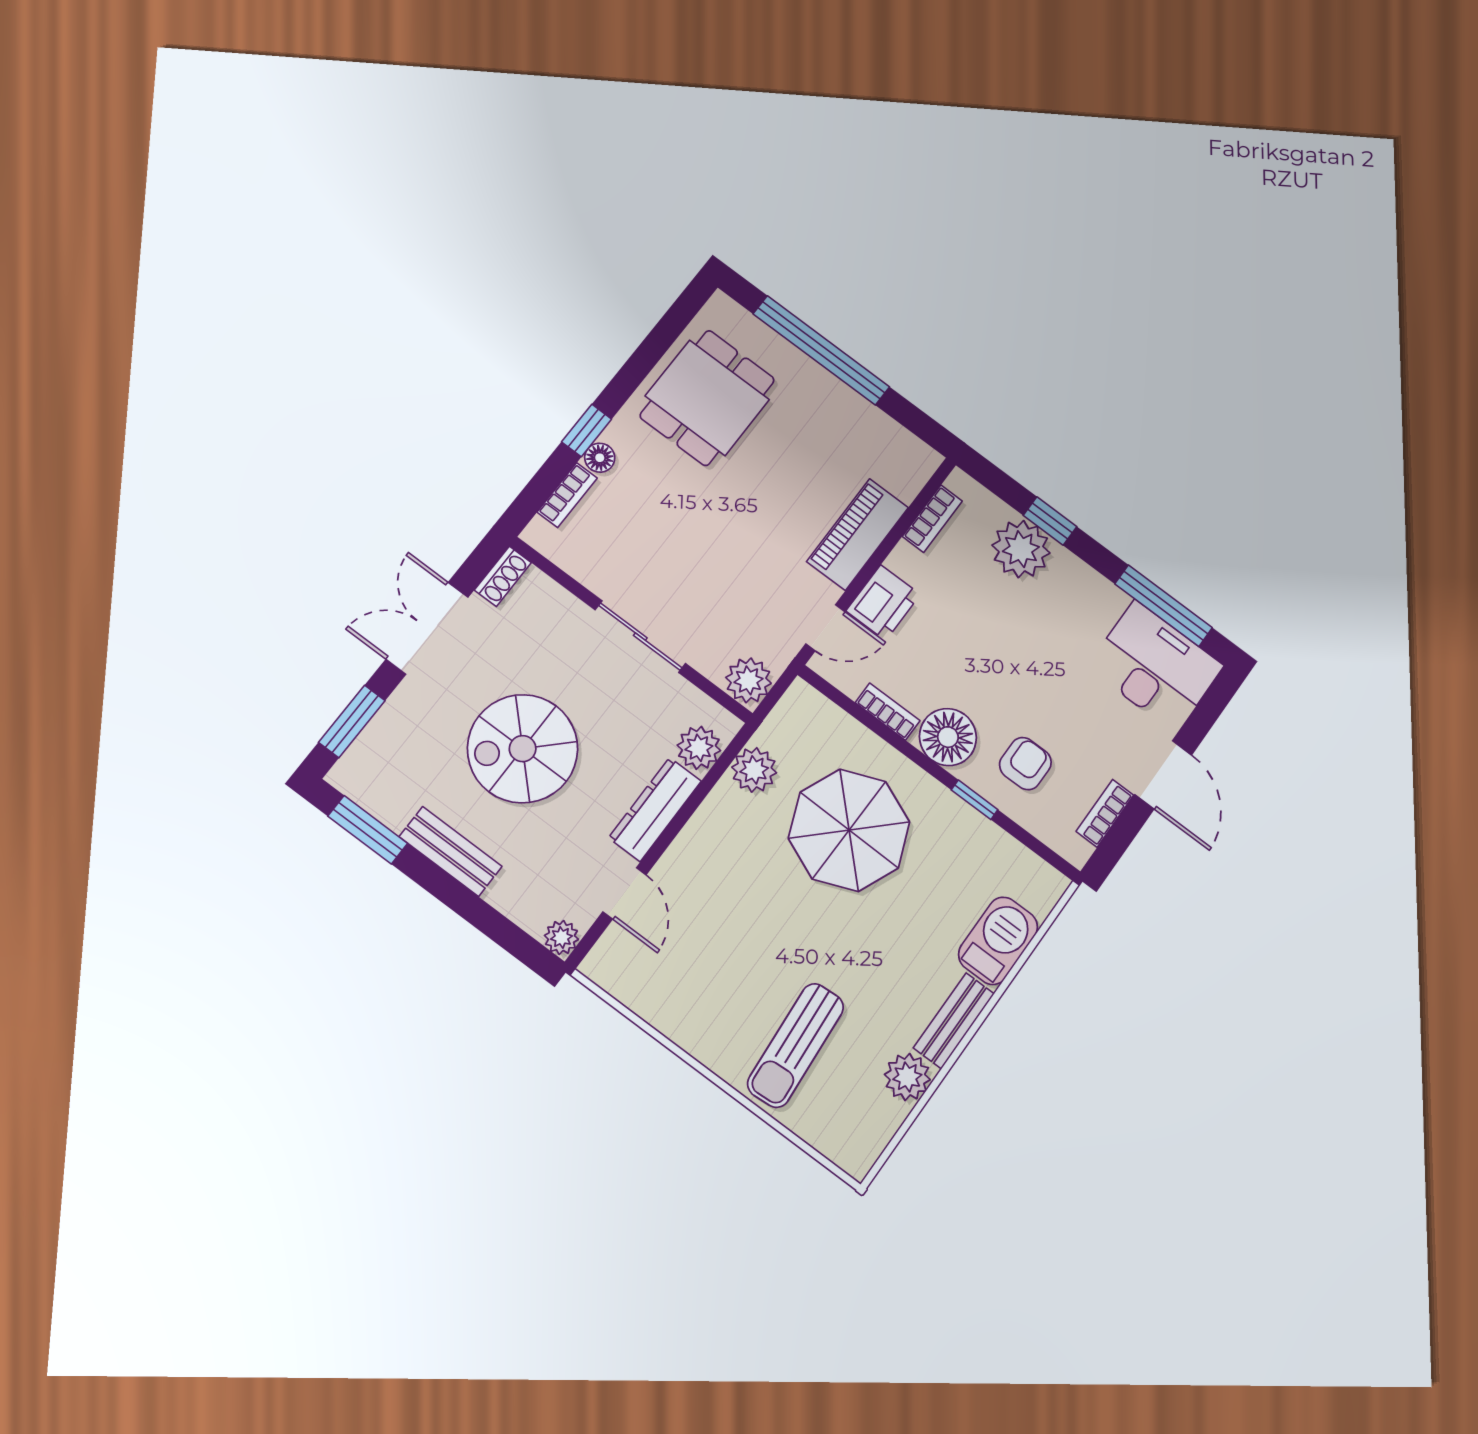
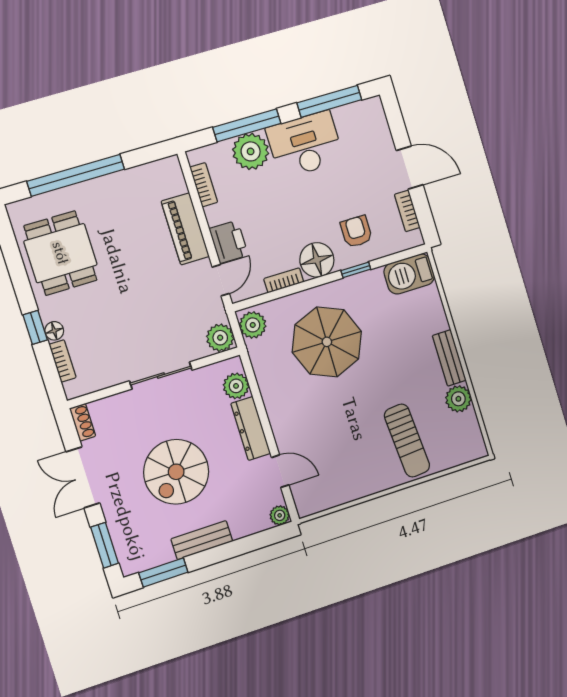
window: (1050, 521) -> (247, 125), width x2.17
desk: (1155, 666) -> (305, 145), moved
plant: (754, 770) -> (253, 325), moved
barbecue: (998, 941) -> (409, 274), moved, turned -90

